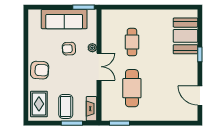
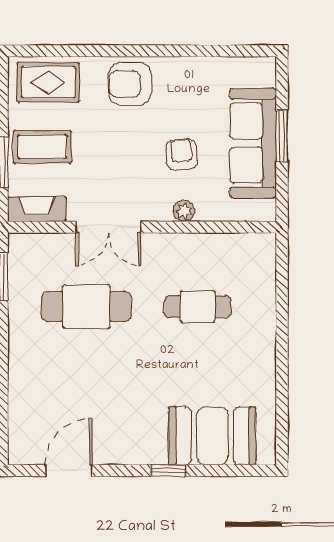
window: (84, 7) -> (282, 136), moved
double door: (99, 67) -> (108, 227), moved
armchair: (40, 70) -> (130, 84), turned 87

